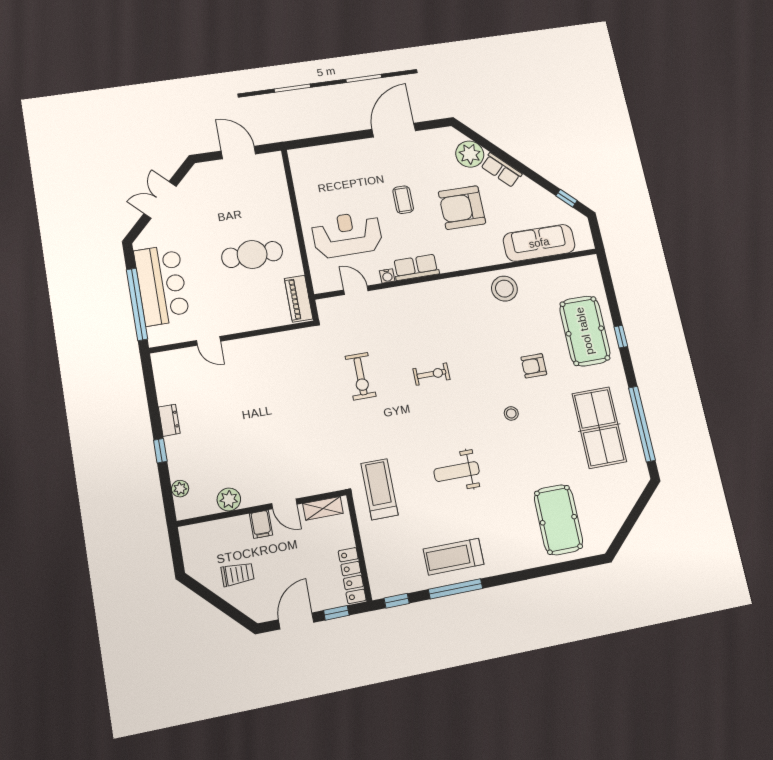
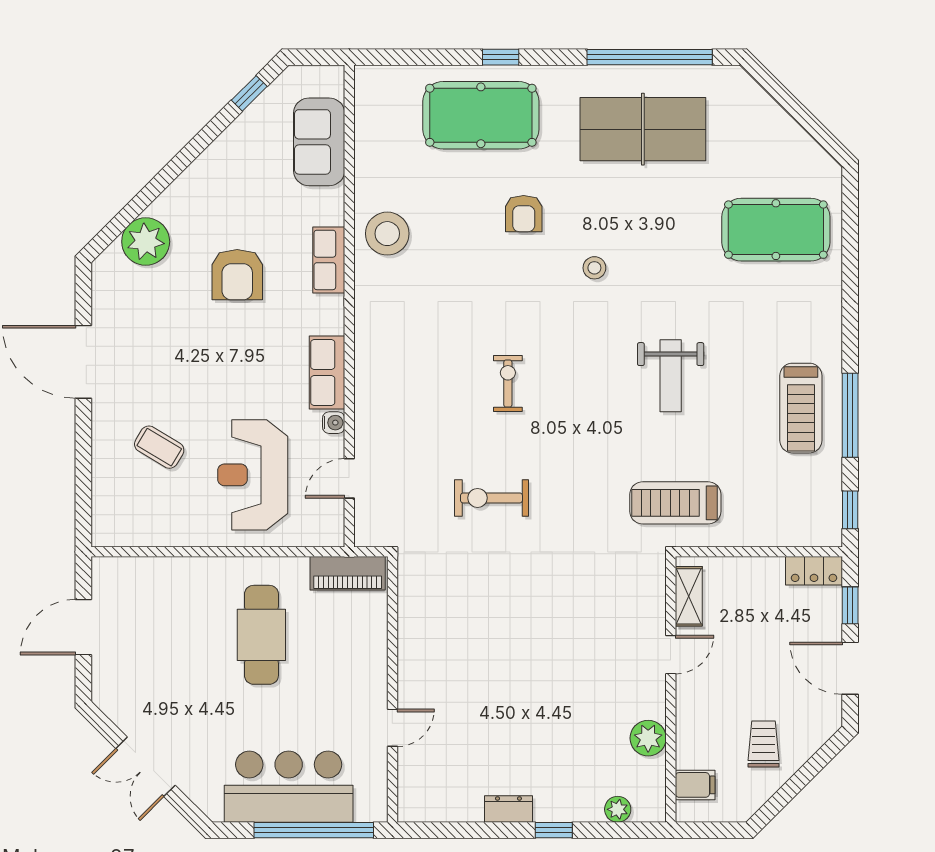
row of seats: (501, 170) -> (329, 260), moved, turned 135
coffee table: (403, 200) -> (159, 447), moved, turned 31
armchair: (462, 208) -> (237, 275), width x0.73, depth x0.73
sofa: (539, 243) -> (319, 142), width x0.73
exercise bike: (361, 376) -> (491, 498), turned 180
filing cabinet: (261, 524) -> (695, 785), moved
locker: (352, 575) -> (814, 571), width x0.66

